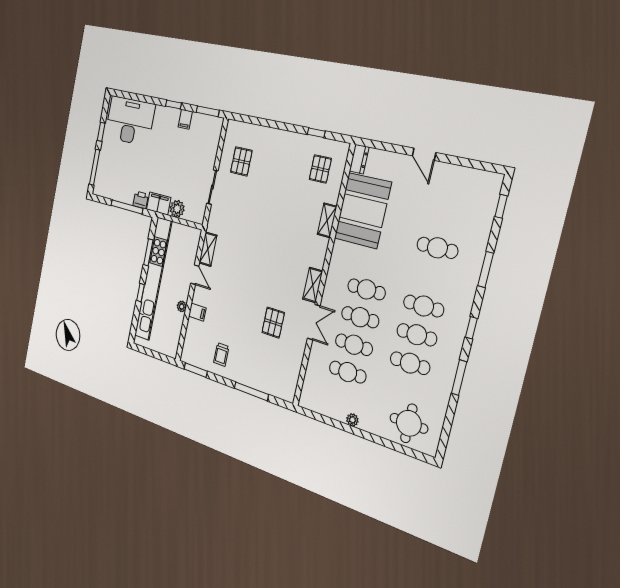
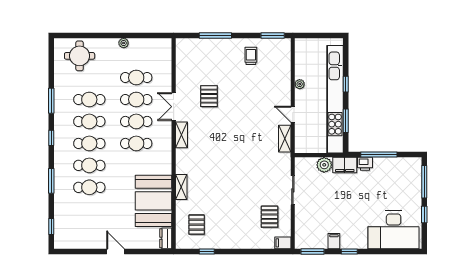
cafe table: (430, 277) -> (89, 165), added
filing cabinet: (197, 312) -> (283, 243), moved

